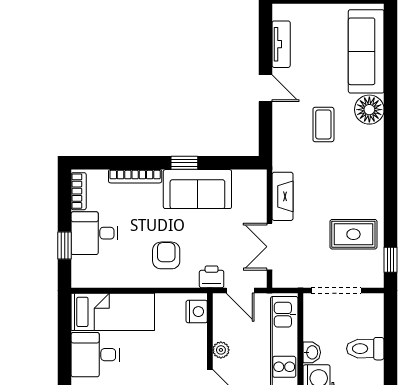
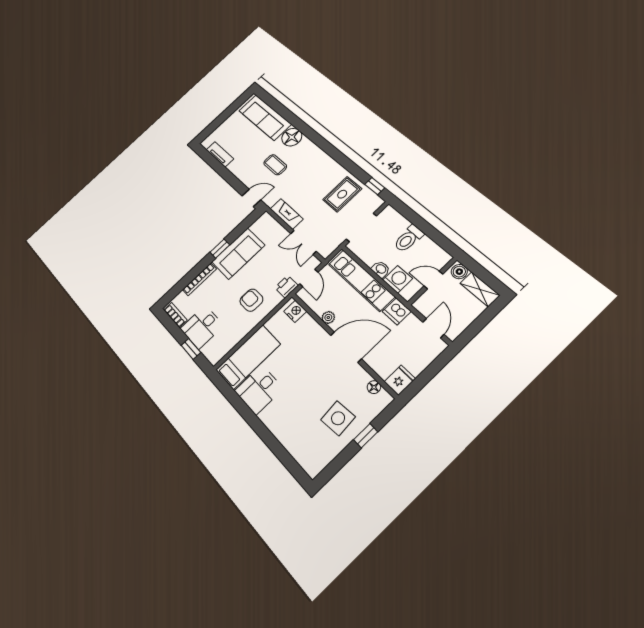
door: (266, 88) -> (251, 198), moved
door: (240, 290) -> (309, 278), hinge flipped

